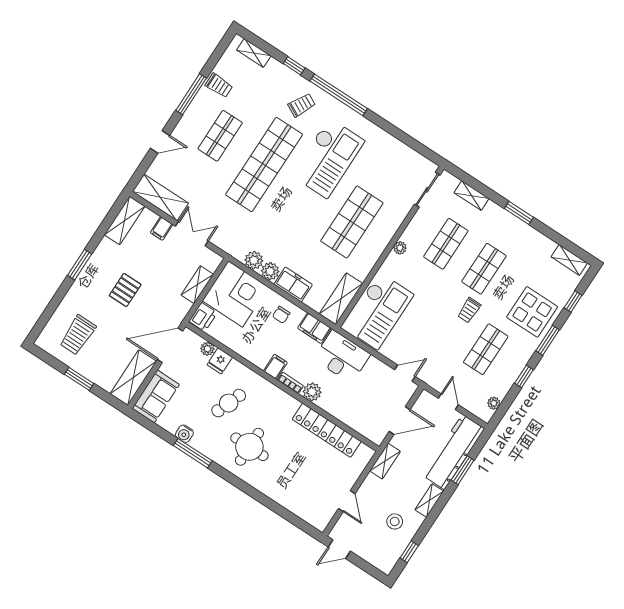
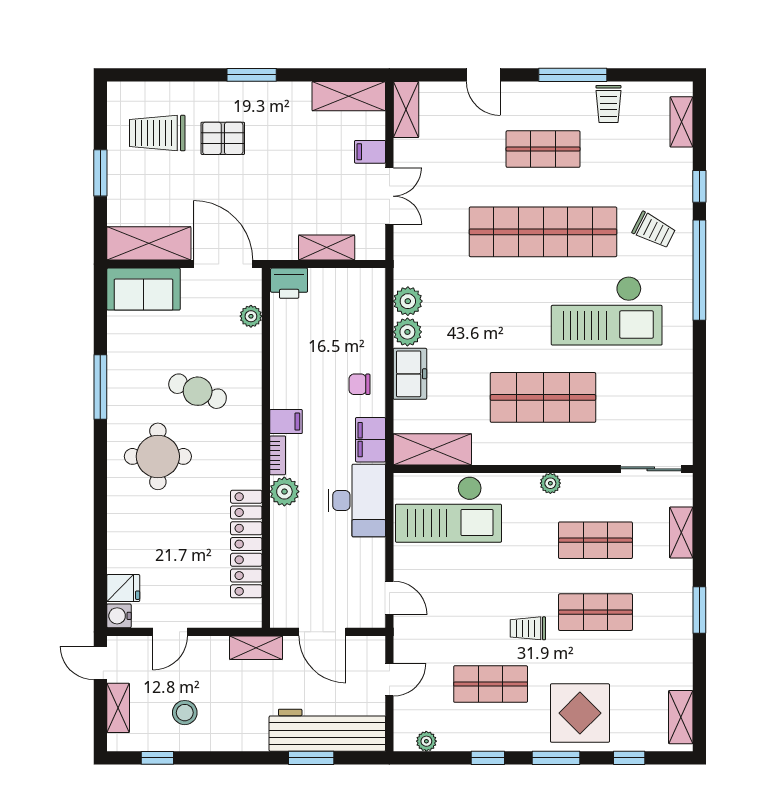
shelving: (160, 197) -> (406, 110), width x0.67, depth x0.75
pallet: (125, 290) -> (223, 138), moved
corner desk: (235, 294) -> (347, 306), removed
fridge: (220, 361) -> (123, 588), moved, turned 180
water cooler: (184, 434) -> (119, 616), moved
shelving: (429, 500) -> (118, 708), moved, turned 90

